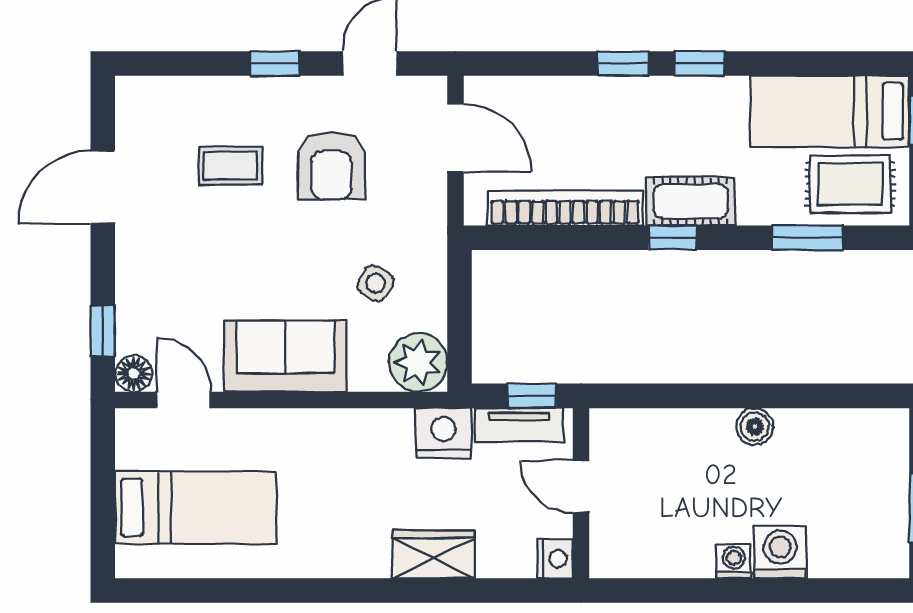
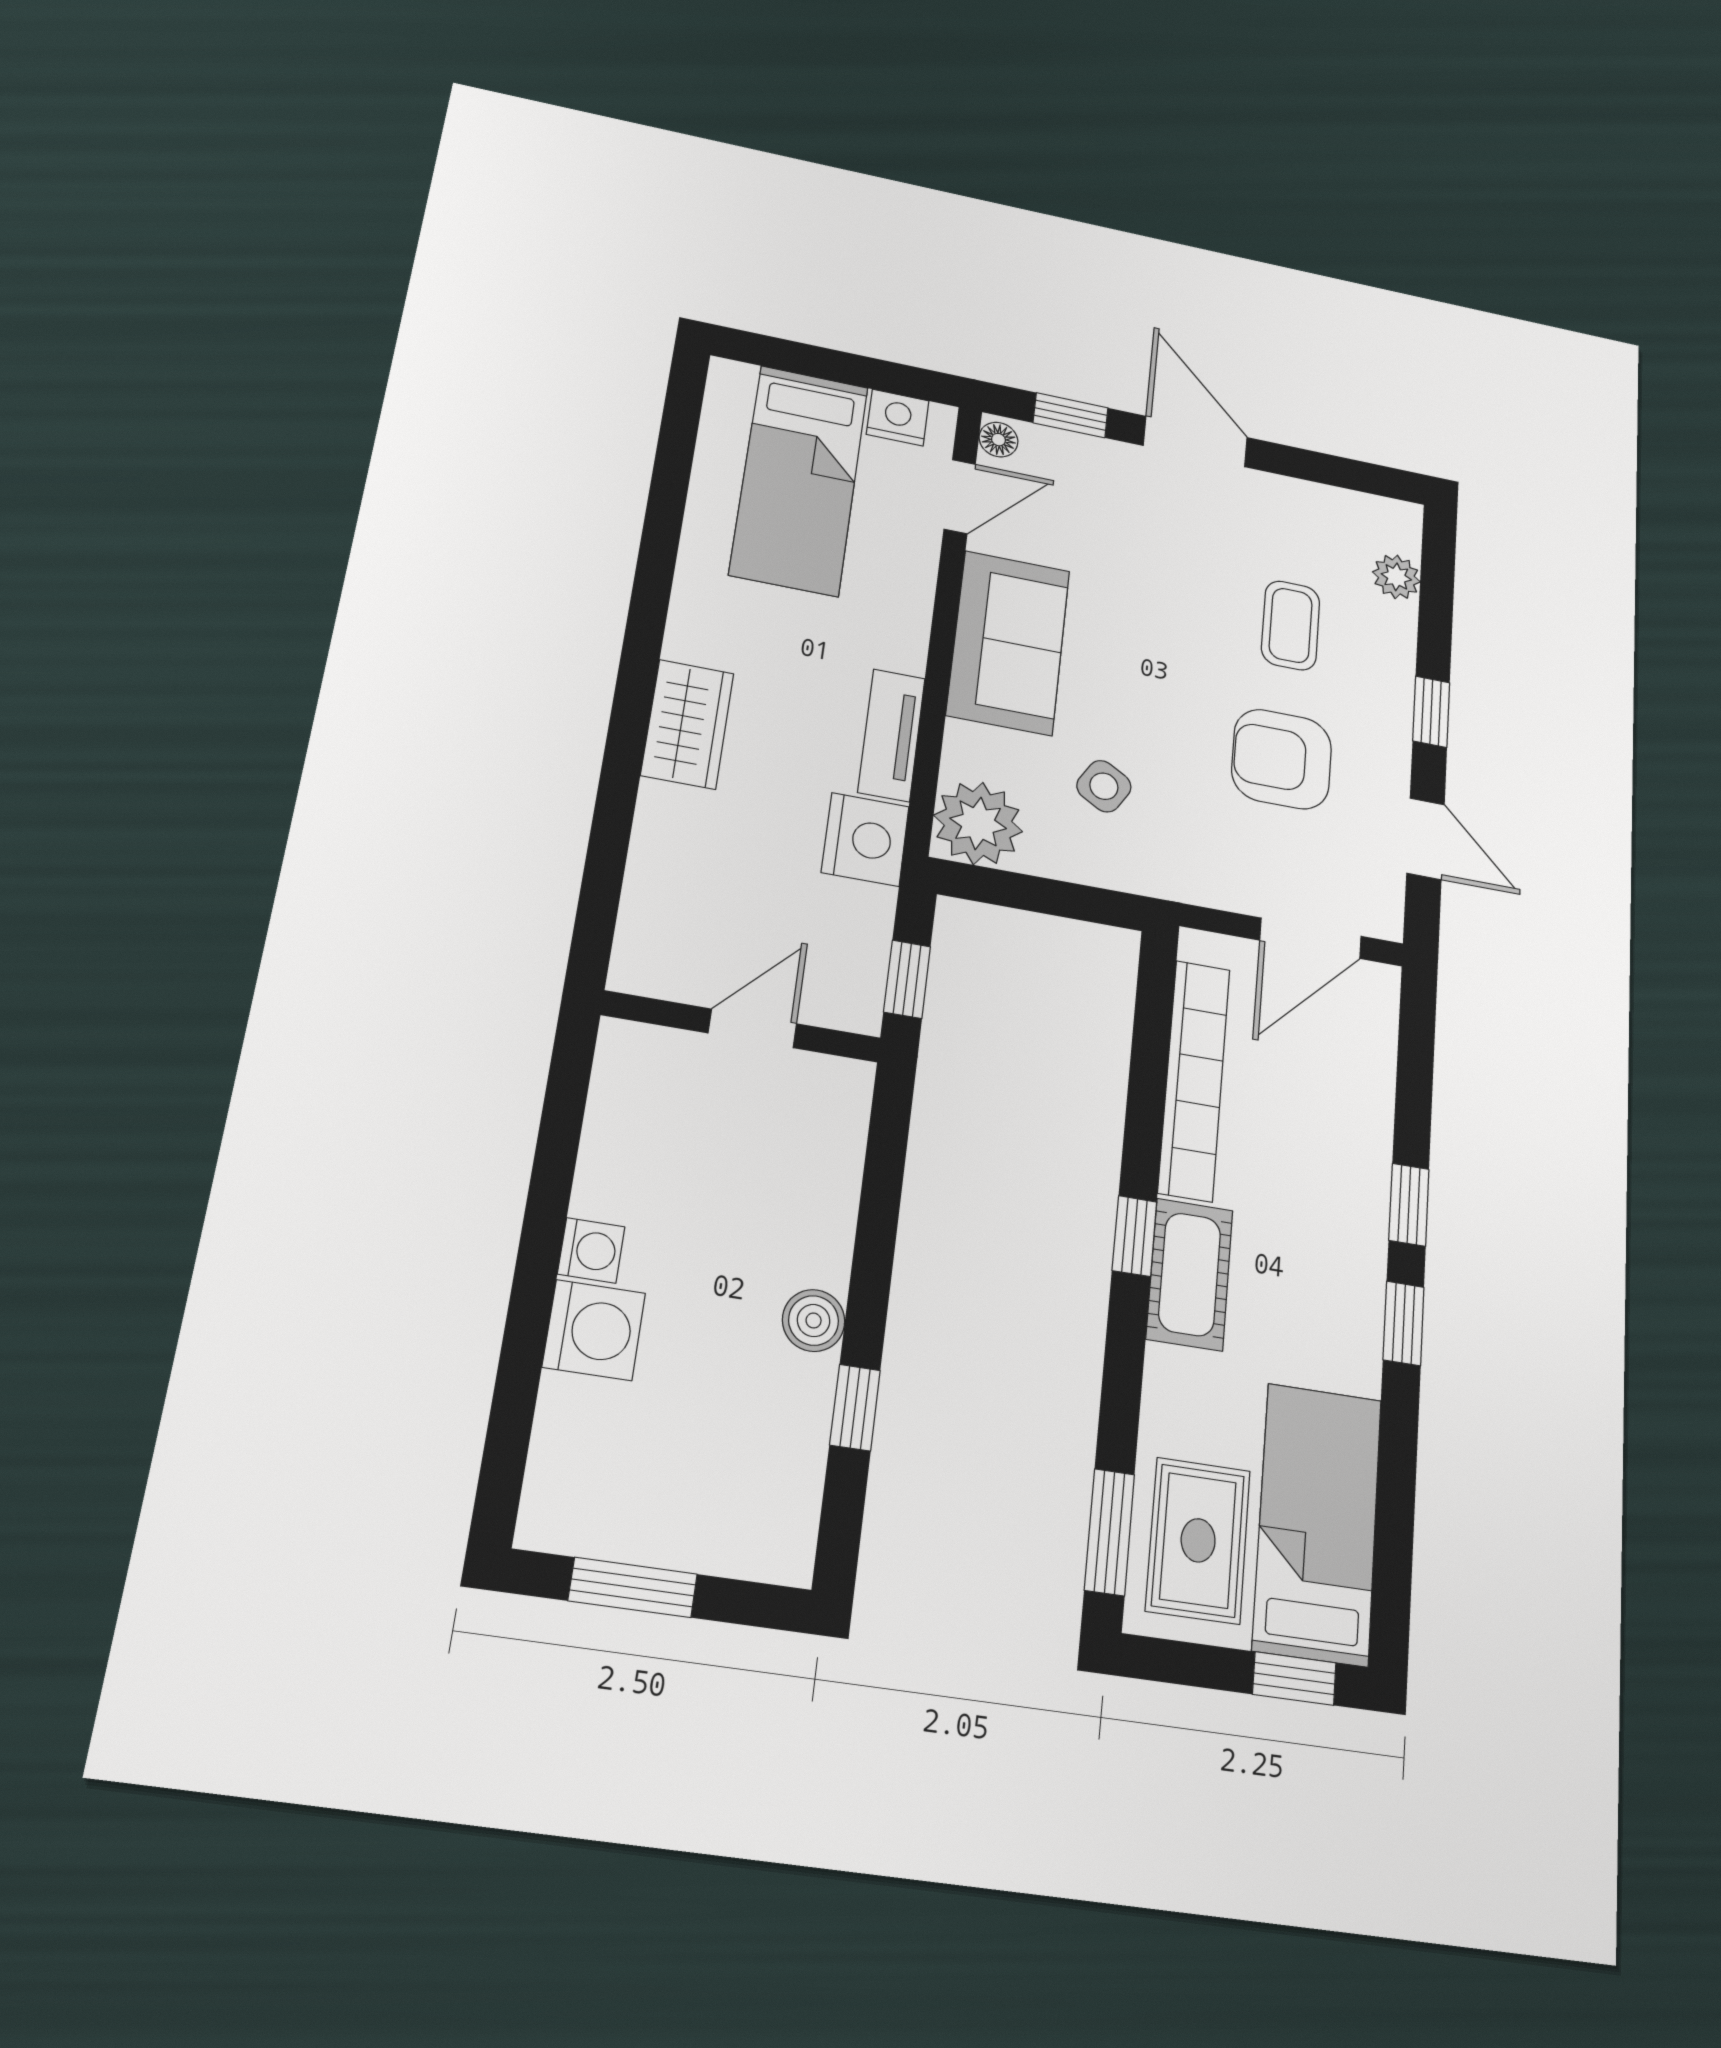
plant: (177, 93) -> (1396, 577), added
door: (103, 187) -> (1195, 441), moved
window: (807, 238) -> (1109, 1532), moved
floor lamp: (134, 373) -> (998, 440), width x0.73, depth x0.73
window: (802, 396) -> (855, 1408), added
tv unit: (519, 425) -> (891, 735), moved
wardrobe: (434, 554) -> (687, 724), moved
nightstand: (555, 559) -> (898, 418), moved, turned 180

